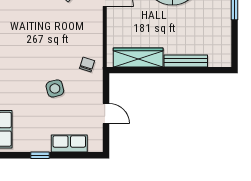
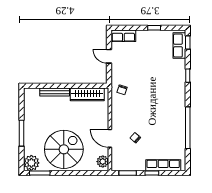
side table: (55, 88) -> (144, 73), removed
row of seats: (69, 144) -> (123, 36), moved

